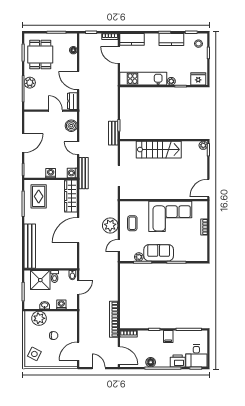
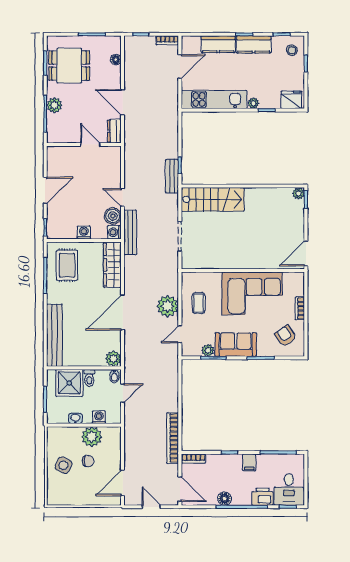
kitchen counter: (132, 39) -> (218, 44), moved
dining table: (40, 54) -> (69, 66), turned 90
door: (119, 55) -> (180, 66), swing flipped
boiler: (71, 126) -> (113, 216), moved
stairs: (159, 150) -> (213, 199), moved
armchair: (194, 247) -> (286, 336), added
plant: (72, 263) -> (113, 359), added
plant: (39, 318) -> (92, 437), moved
side table: (34, 354) -> (63, 465), moved

